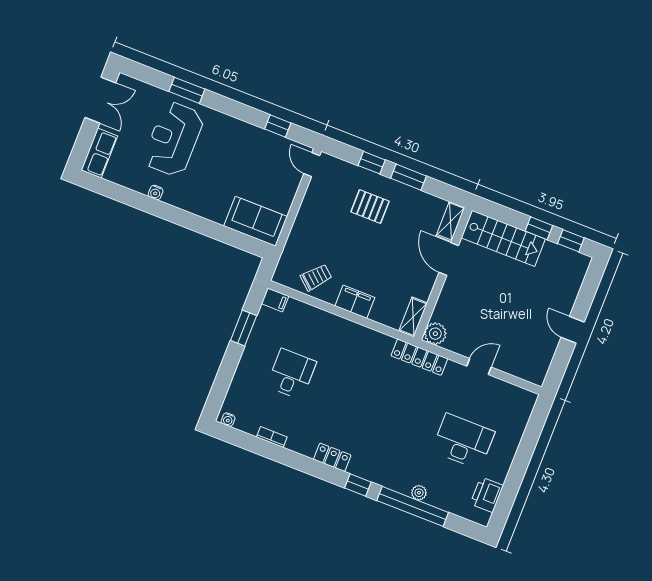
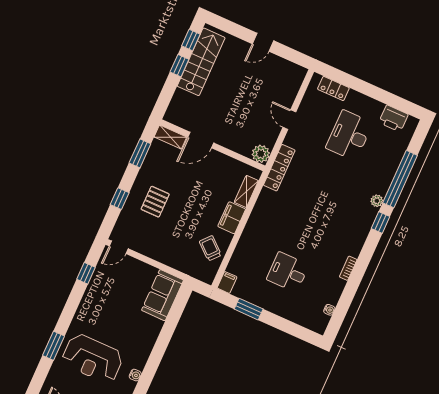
window: (409, 177) -> (140, 153), moved
stairs: (503, 238) -> (201, 62), moved
shelving: (413, 317) -> (246, 191), moved, turned 90
water cooler: (228, 420) -> (329, 310), moved
bookcase: (272, 437) -> (348, 268), moved
locker: (332, 457) -> (333, 89), moved, turned -90
plant: (419, 493) -> (377, 201), moved

